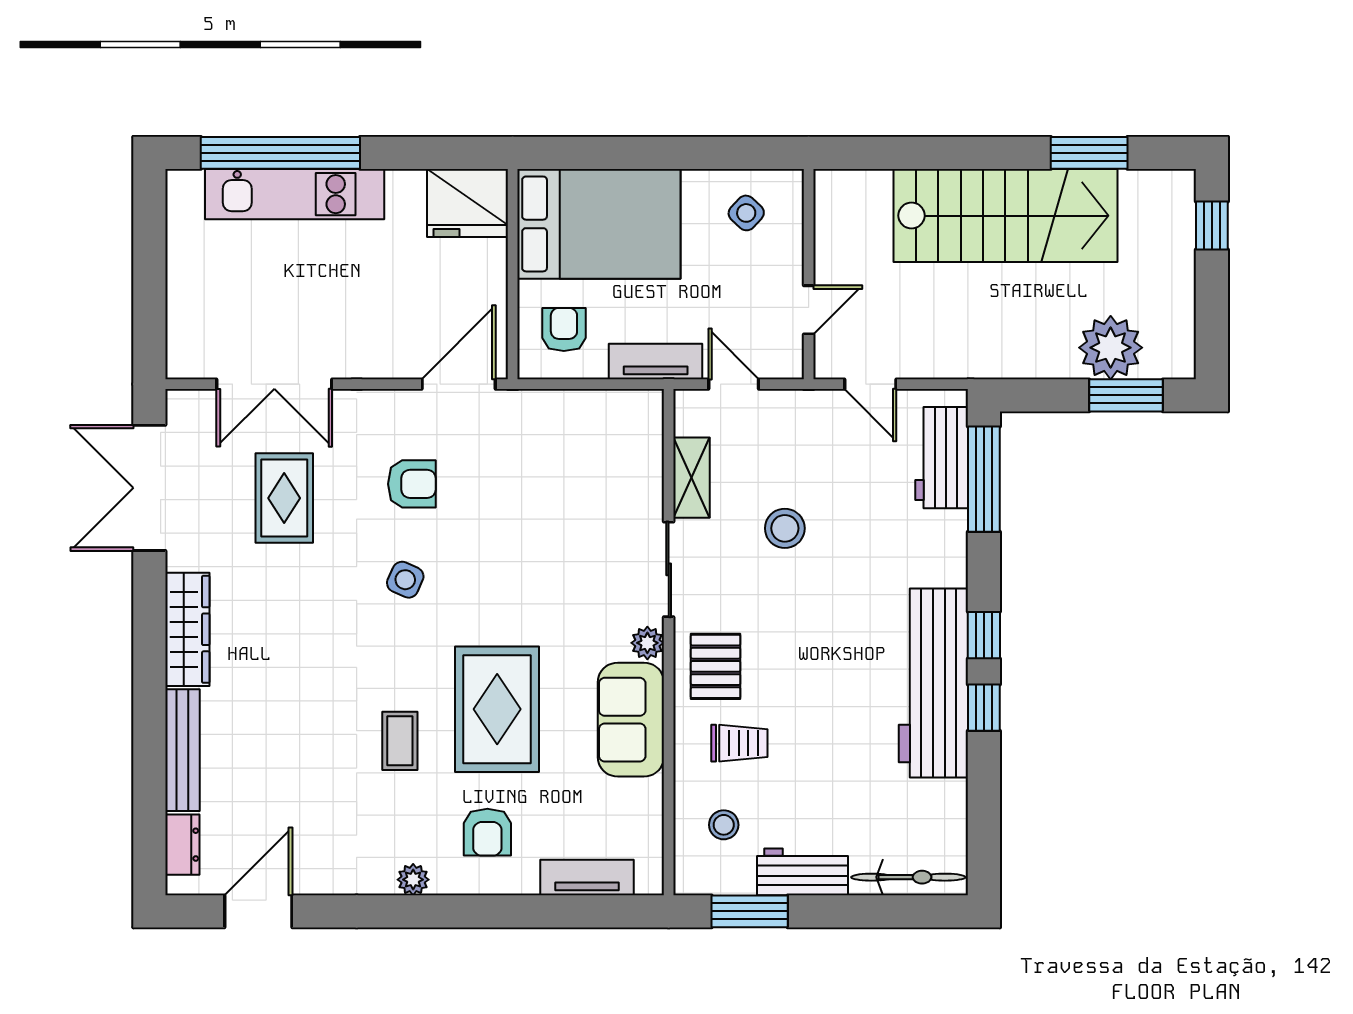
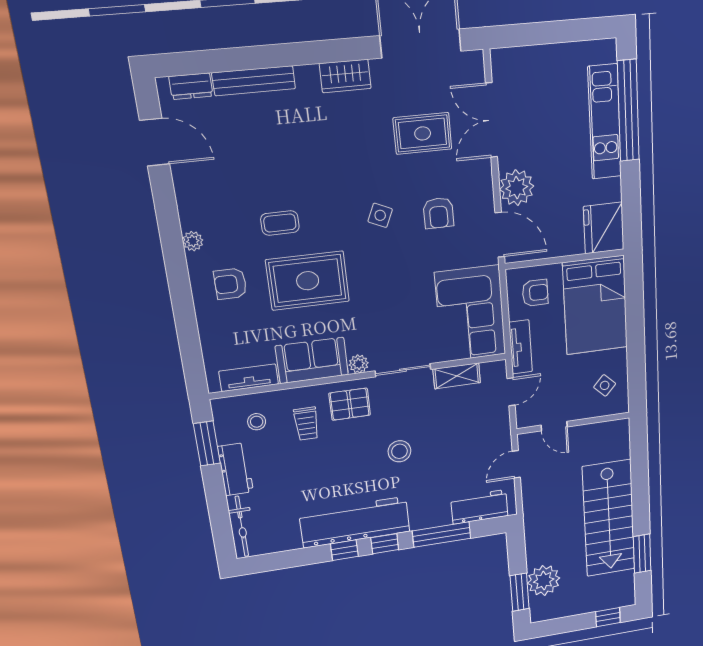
plant: (385, 350) -> (517, 188), added
corner sofa: (586, 445) -> (470, 314), added
window: (984, 479) -> (441, 535), moved
stool: (785, 528) -> (399, 451), moved
wardrobe: (187, 629) -> (345, 76), width x0.67
tv unit: (587, 878) -> (249, 378), moved, turned -90

